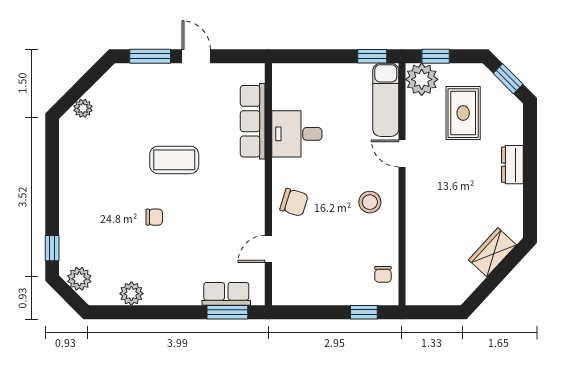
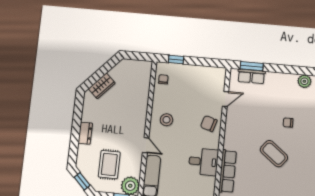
coffee table: (174, 160) -> (274, 154), turned 38

